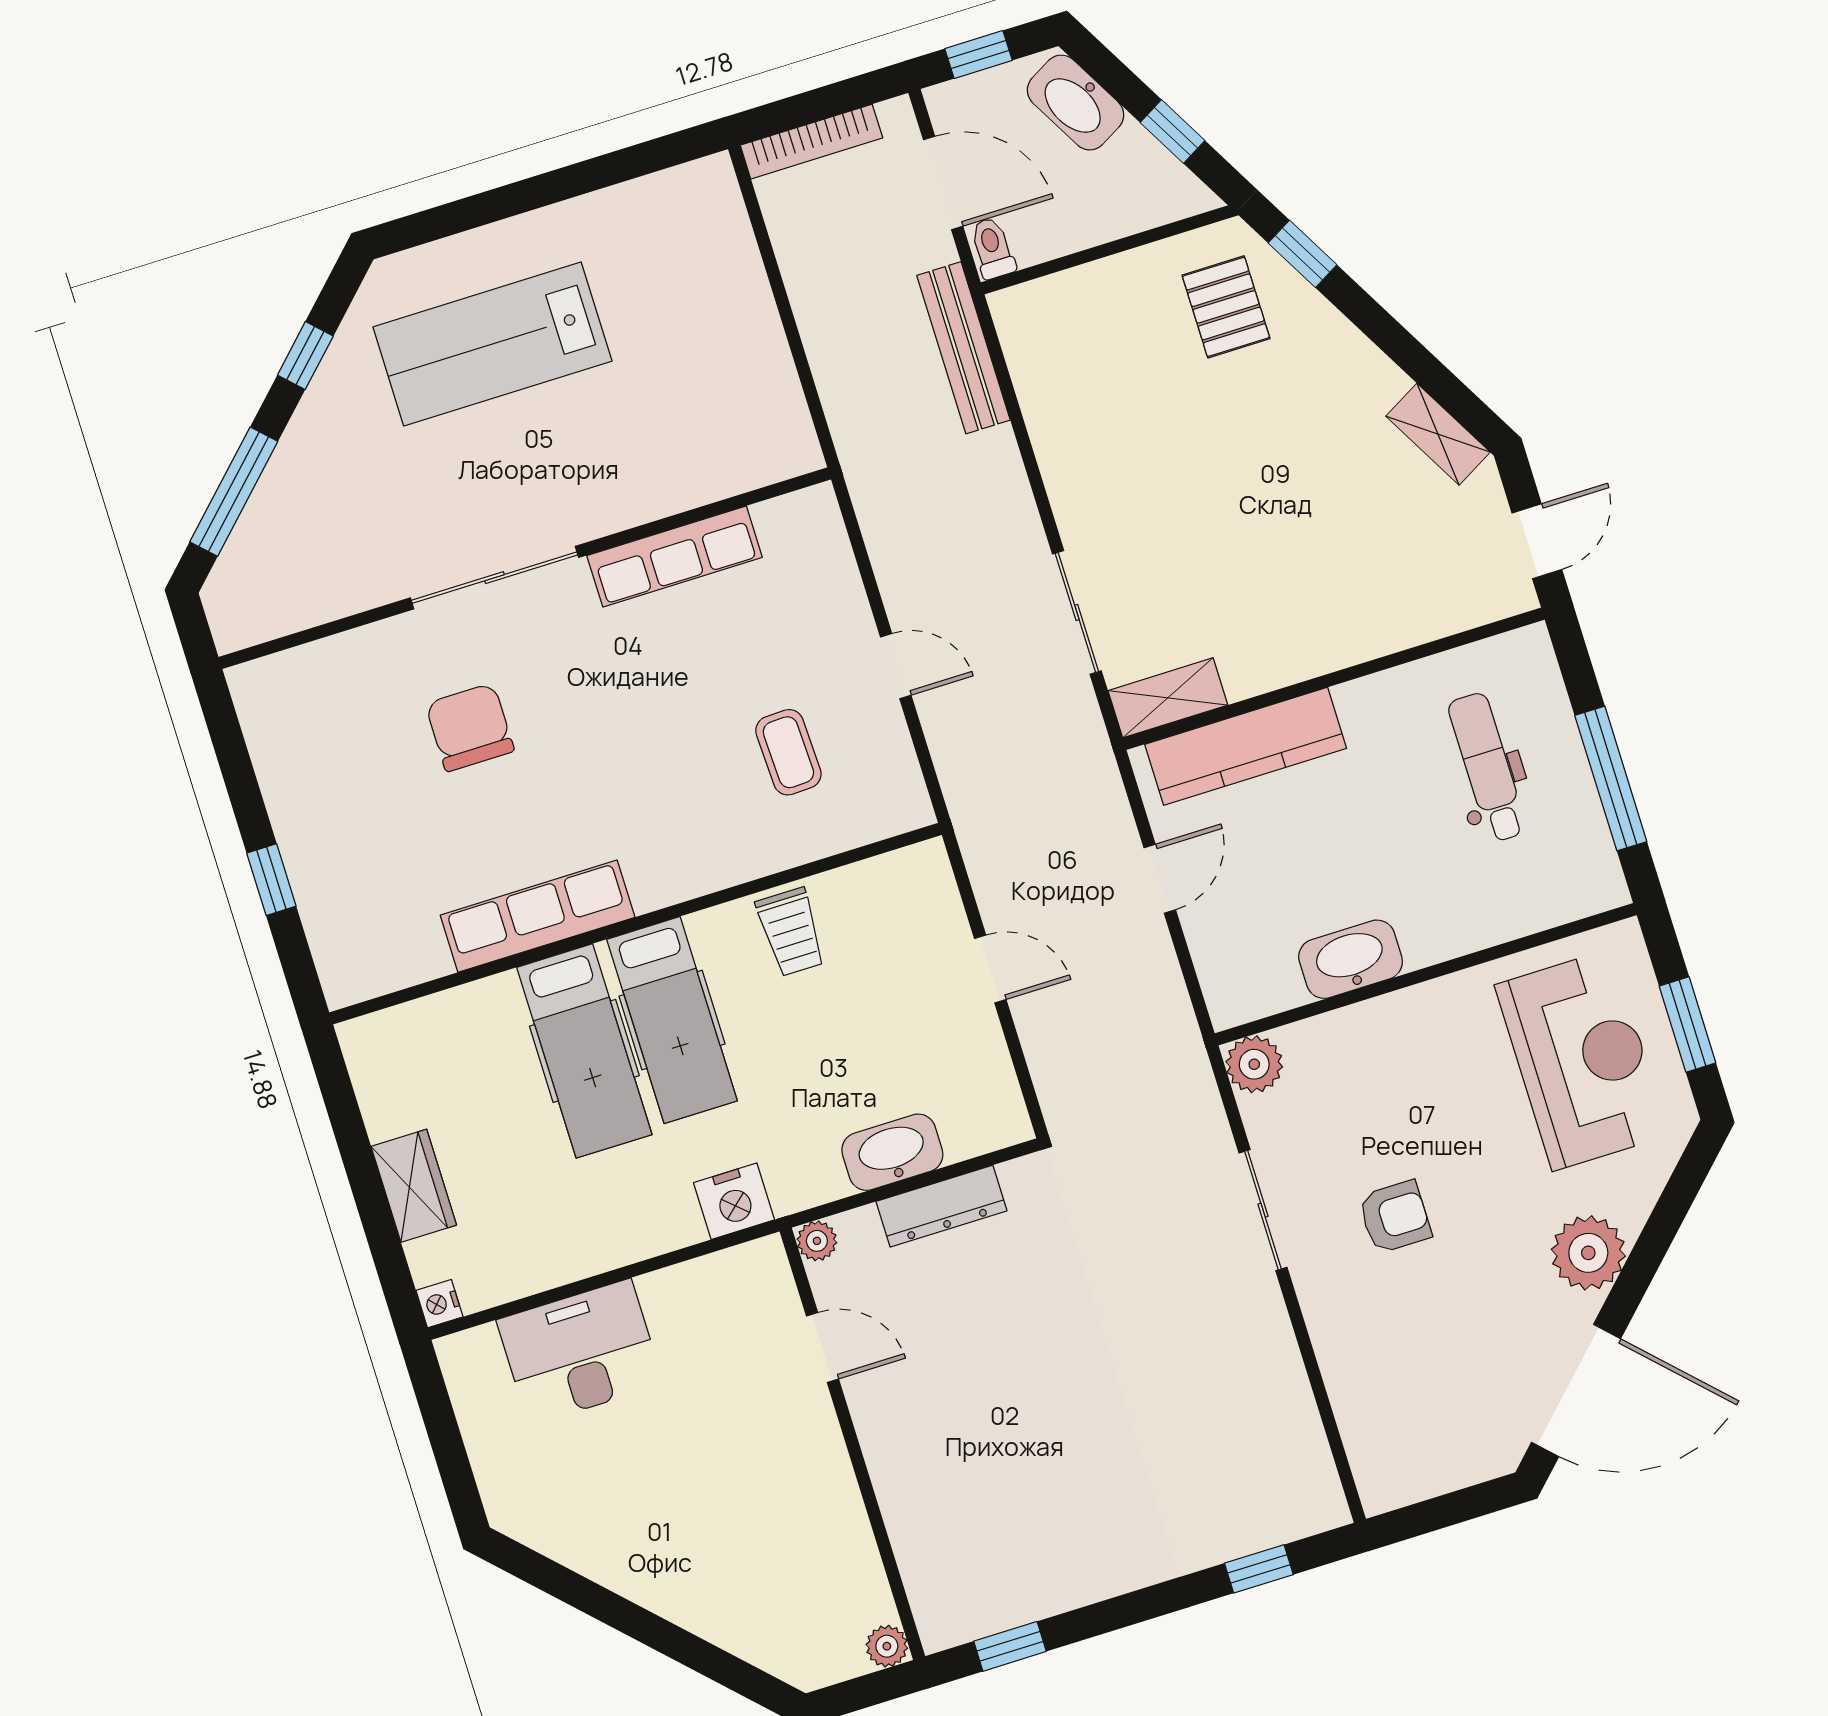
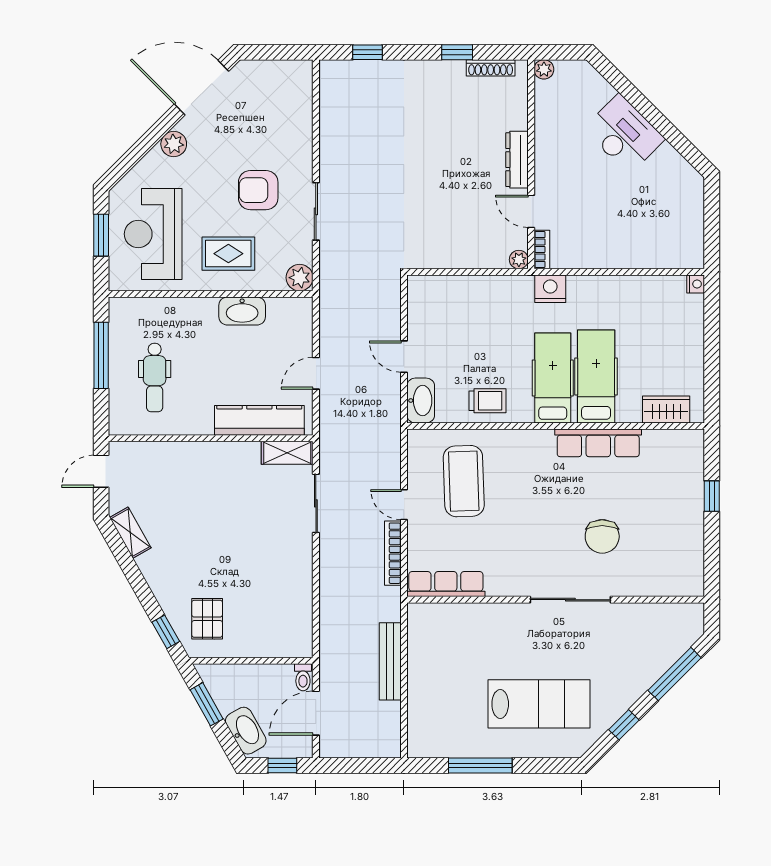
window: (1172, 132) -> (207, 704), width x1.50
bookcase: (811, 142) -> (393, 553), moved, turned -90
window: (573, 181) -> (480, 765), added
door: (943, 183) -> (316, 713), hinge flipped
bench: (964, 348) -> (390, 661), moved
row of seats: (675, 556) -> (446, 584), moved
coffee table: (788, 752) -> (464, 481), width x1.86, depth x1.72
trolley: (791, 932) -> (488, 401), turned 90
rug: (1415, 1068) -> (228, 254), added
washbasin: (892, 1152) -> (421, 400), moved, turned -90
wardrobe: (414, 1186) -> (666, 409), moved, turned 90
dresser: (942, 1206) -> (517, 160), moved, turned -90
armchair: (1395, 1217) -> (258, 190), width x1.38, depth x1.38
plant: (1588, 1253) -> (174, 144), width x0.73, depth x0.73
bookcase: (776, 1276) -> (542, 249), added
desk: (580, 1352) -> (624, 134), moved, turned -135
shoe rack: (997, 1615) -> (491, 68), added
window: (1010, 1646) -> (457, 52), moved

